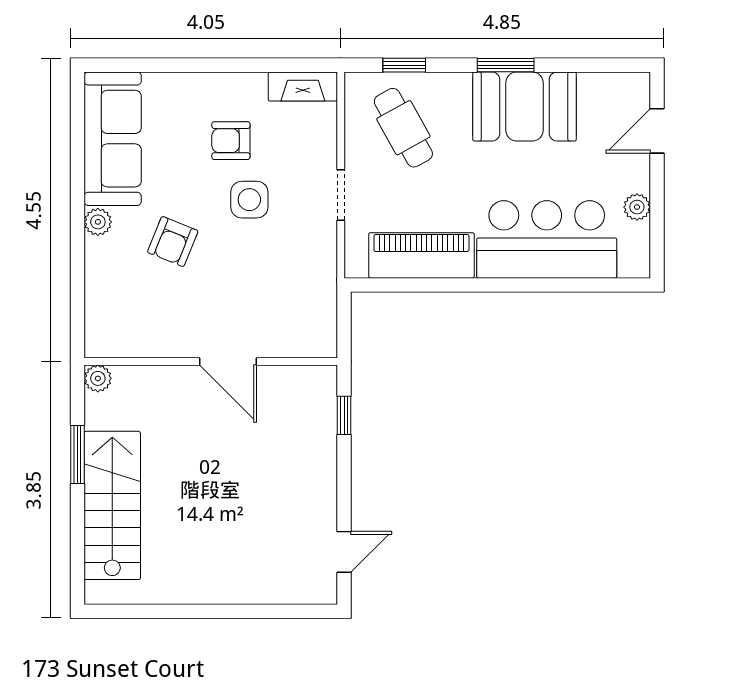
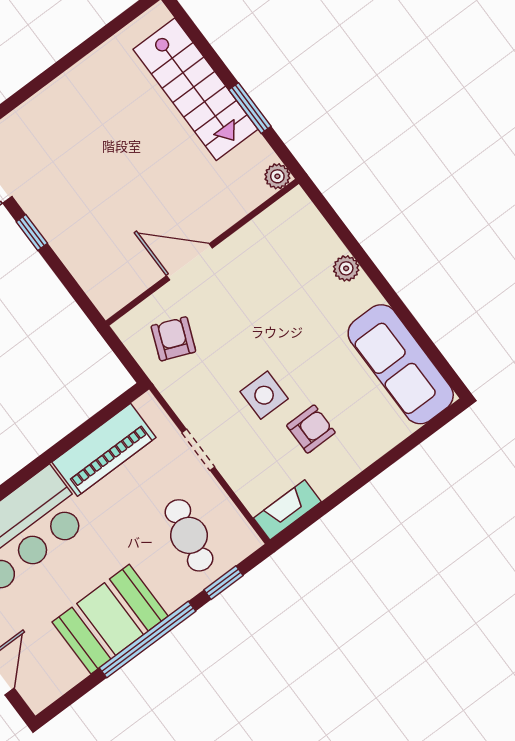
window: (506, 65) -> (147, 640), width x2.11
cafe table: (403, 128) -> (189, 535), turned 41
plant: (98, 222) -> (346, 268), moved
armchair: (173, 242) -> (173, 339), moved
window: (344, 415) -> (32, 232), moved

